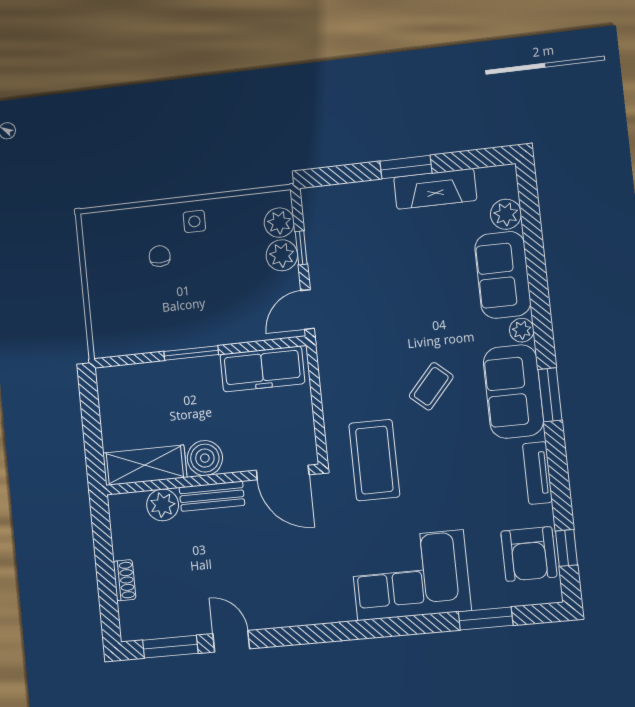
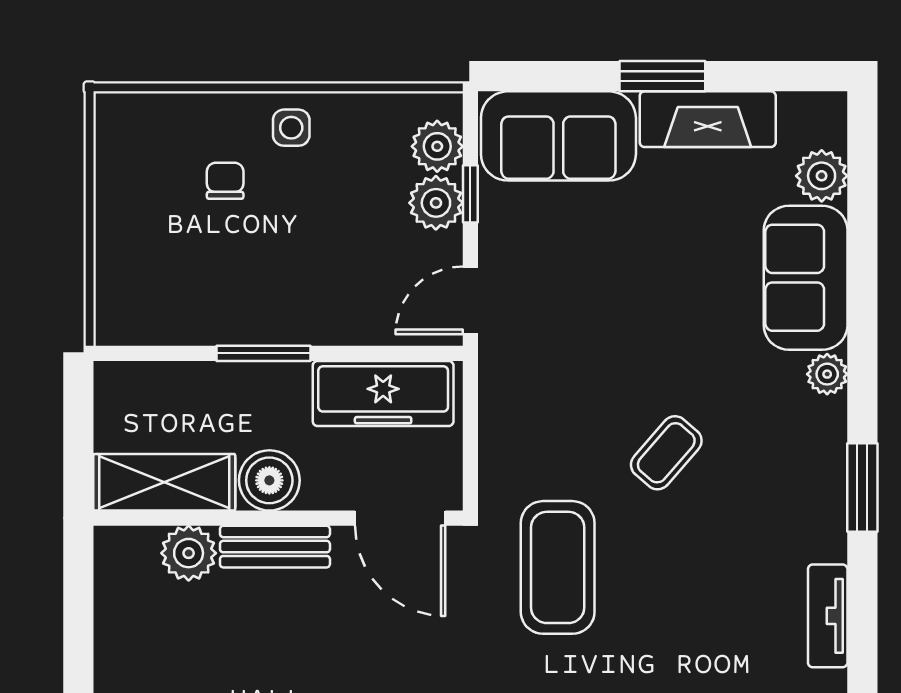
sofa: (514, 391) -> (558, 136), moved, turned -90
boiler: (205, 458) -> (269, 480), moved
shelving: (145, 465) -> (164, 482), moved
door: (283, 473) -> (400, 518), moved
wall: (212, 479) -> (278, 518), moved
bench: (212, 496) -> (275, 547), moved
plant: (163, 505) -> (189, 553), moved

